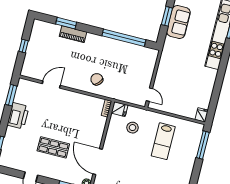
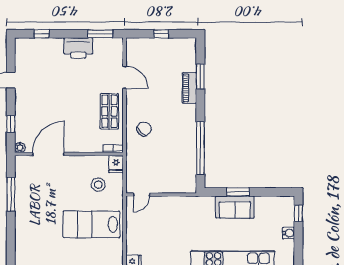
lab bench: (163, 141) -> (91, 224), width x1.36, depth x1.39
shop shelf: (53, 147) -> (109, 111), moved

